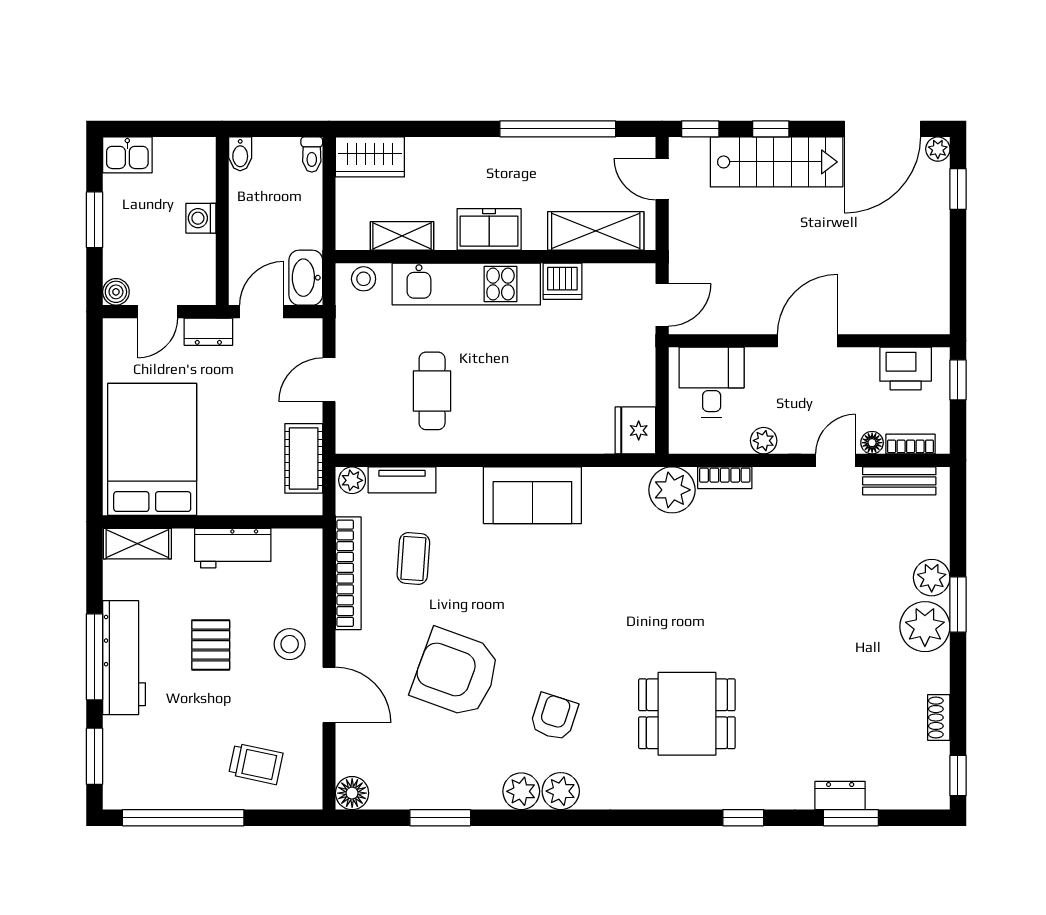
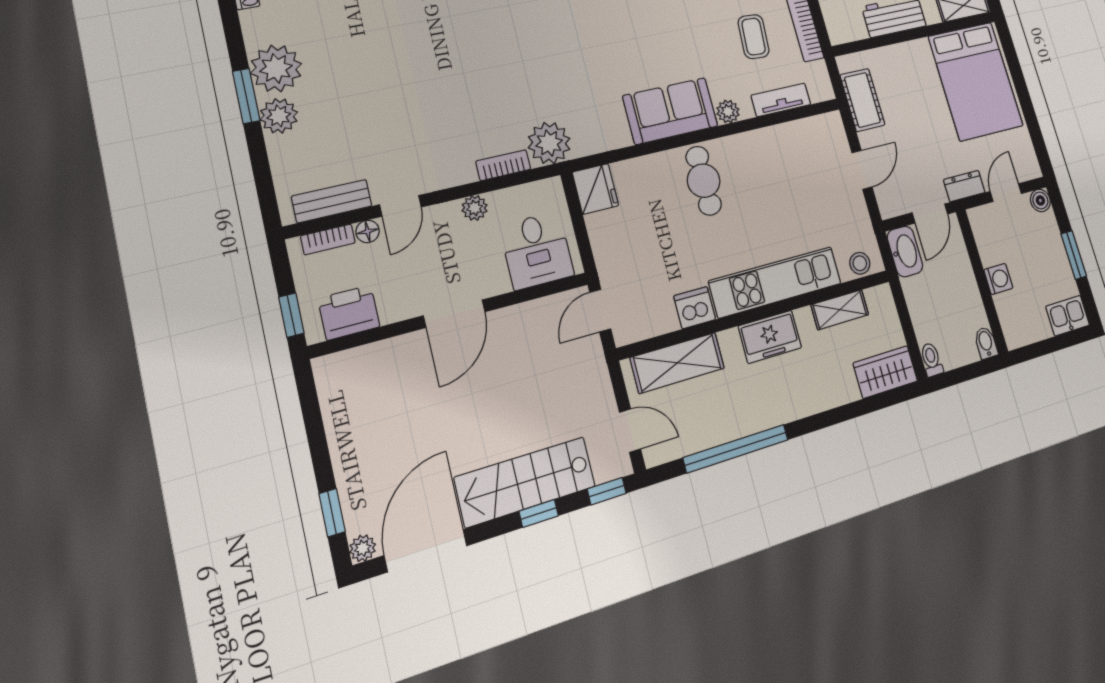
cafe table: (432, 391) -> (704, 181), moved
plant: (352, 480) -> (728, 112), moved

